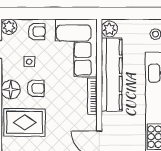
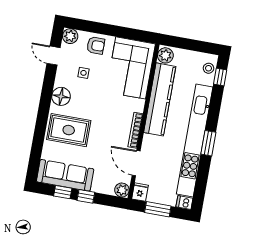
armchair: (36, 88) -> (85, 99), removed
bookcase: (92, 96) -> (135, 130), moved

